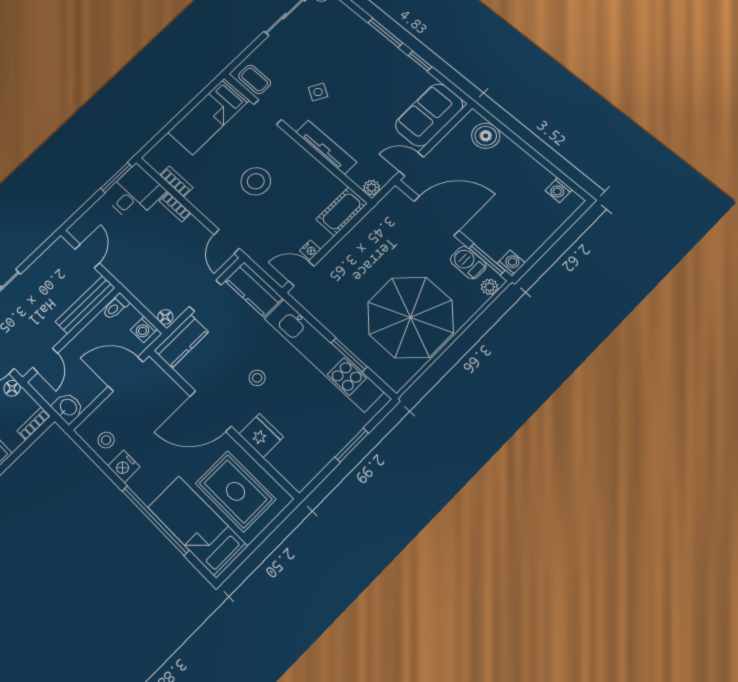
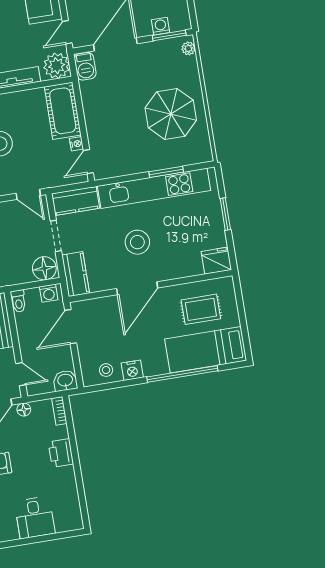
plant: (372, 188) -> (57, 66), width x1.88, depth x1.88
cot: (342, 211) -> (63, 111), width x1.37, depth x1.34
barbecue: (468, 263) -> (85, 66), moved, turned -90
washing machine: (511, 263) -> (161, 26), moved
floor lamp: (165, 317) -> (44, 268), width x1.89, depth x1.89
parasol: (410, 317) -> (171, 114), width x0.73, depth x0.73
stool: (257, 378) -> (137, 242), width x1.89, depth x1.89
fridge: (261, 436) -> (216, 261), moved
rug: (236, 491) -> (201, 309), width x0.73, depth x0.70

